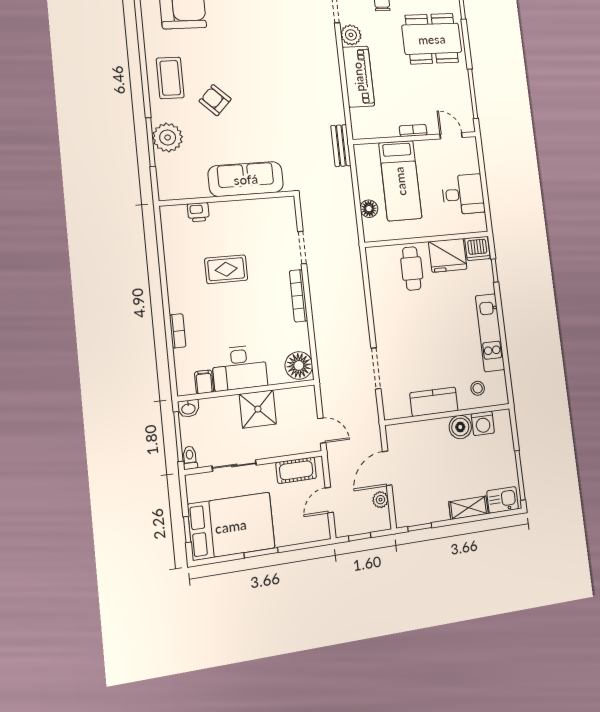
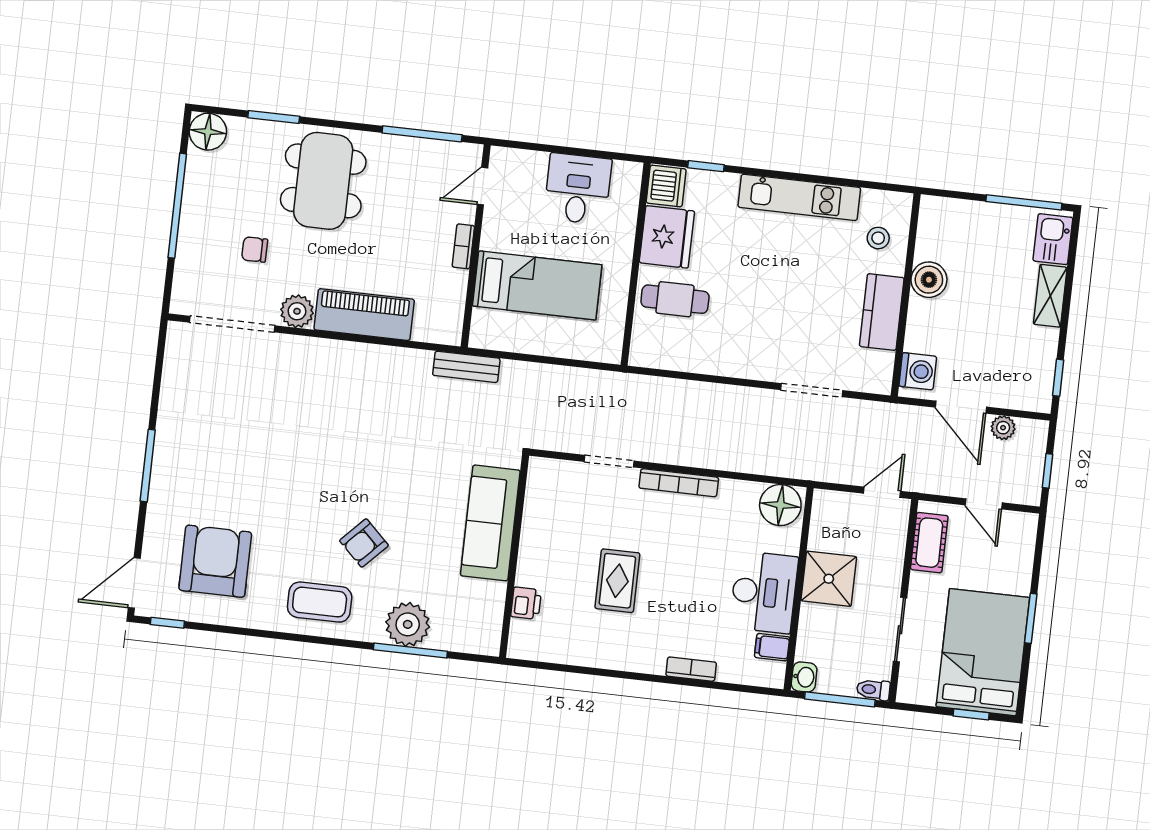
floor lamp: (369, 209) -> (571, 345), removed
washing machine: (483, 423) -> (918, 371), moved

